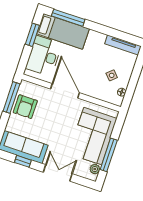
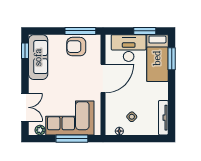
window: (68, 18) -> (172, 59), width x0.69
window: (109, 155) -> (72, 139), moved
window: (23, 161) -> (25, 51), moved
double door: (58, 173) -> (25, 107), moved

